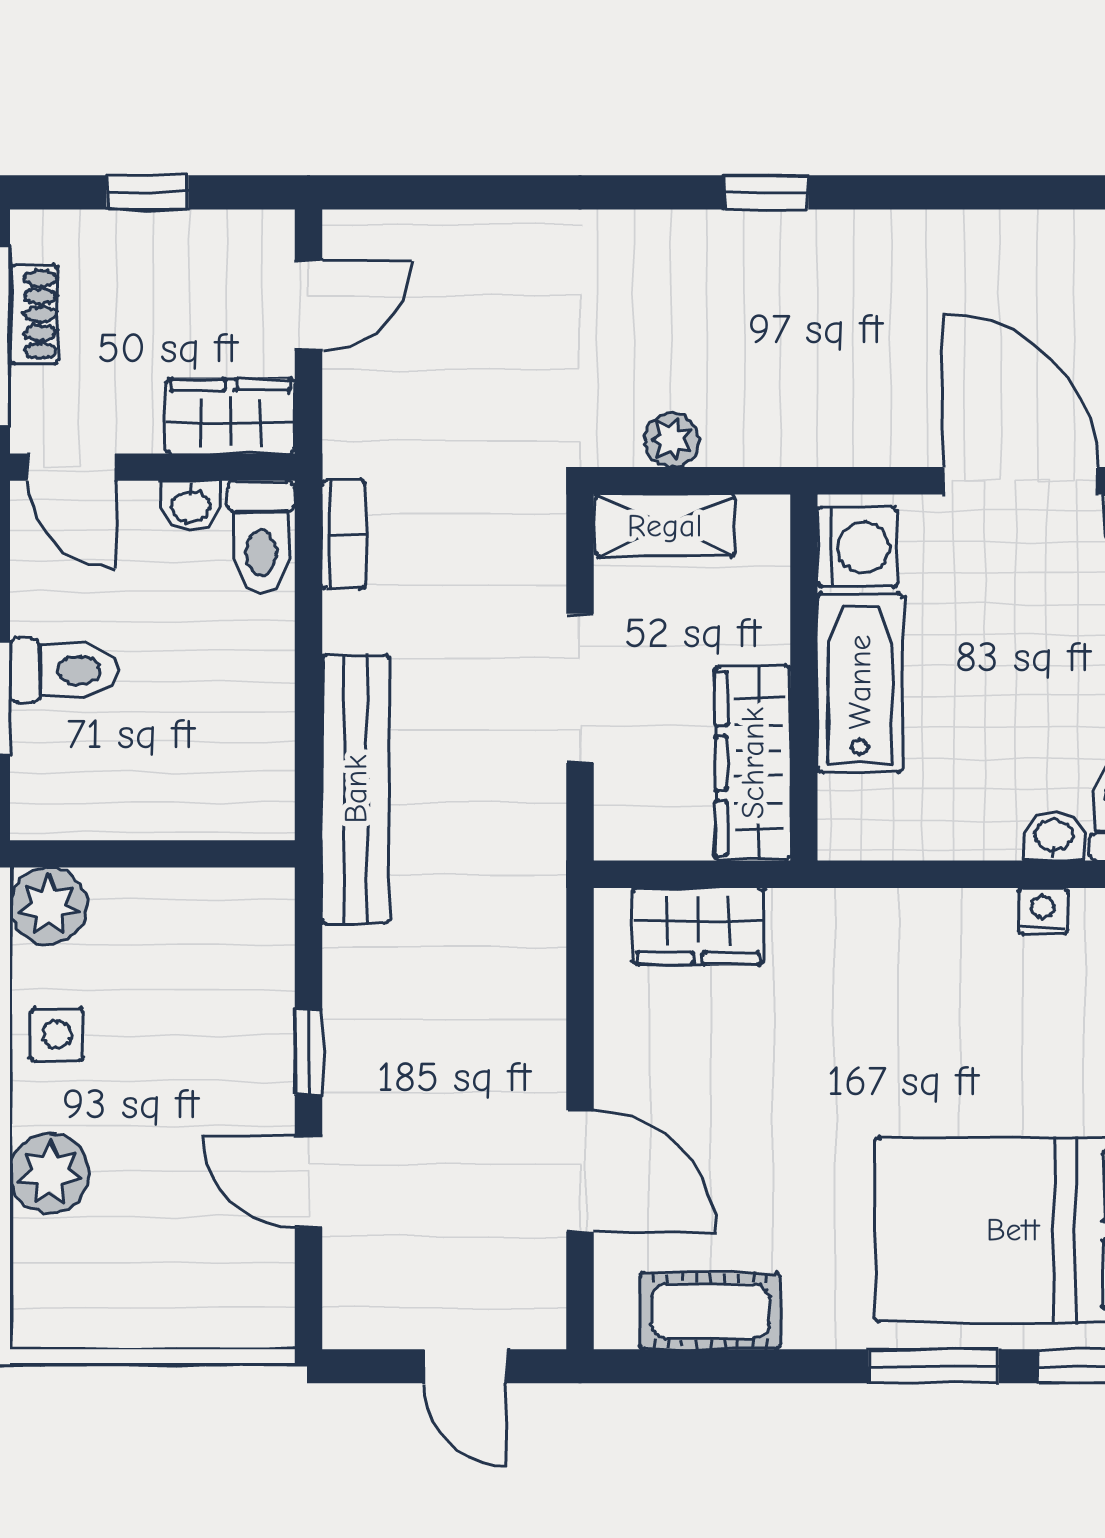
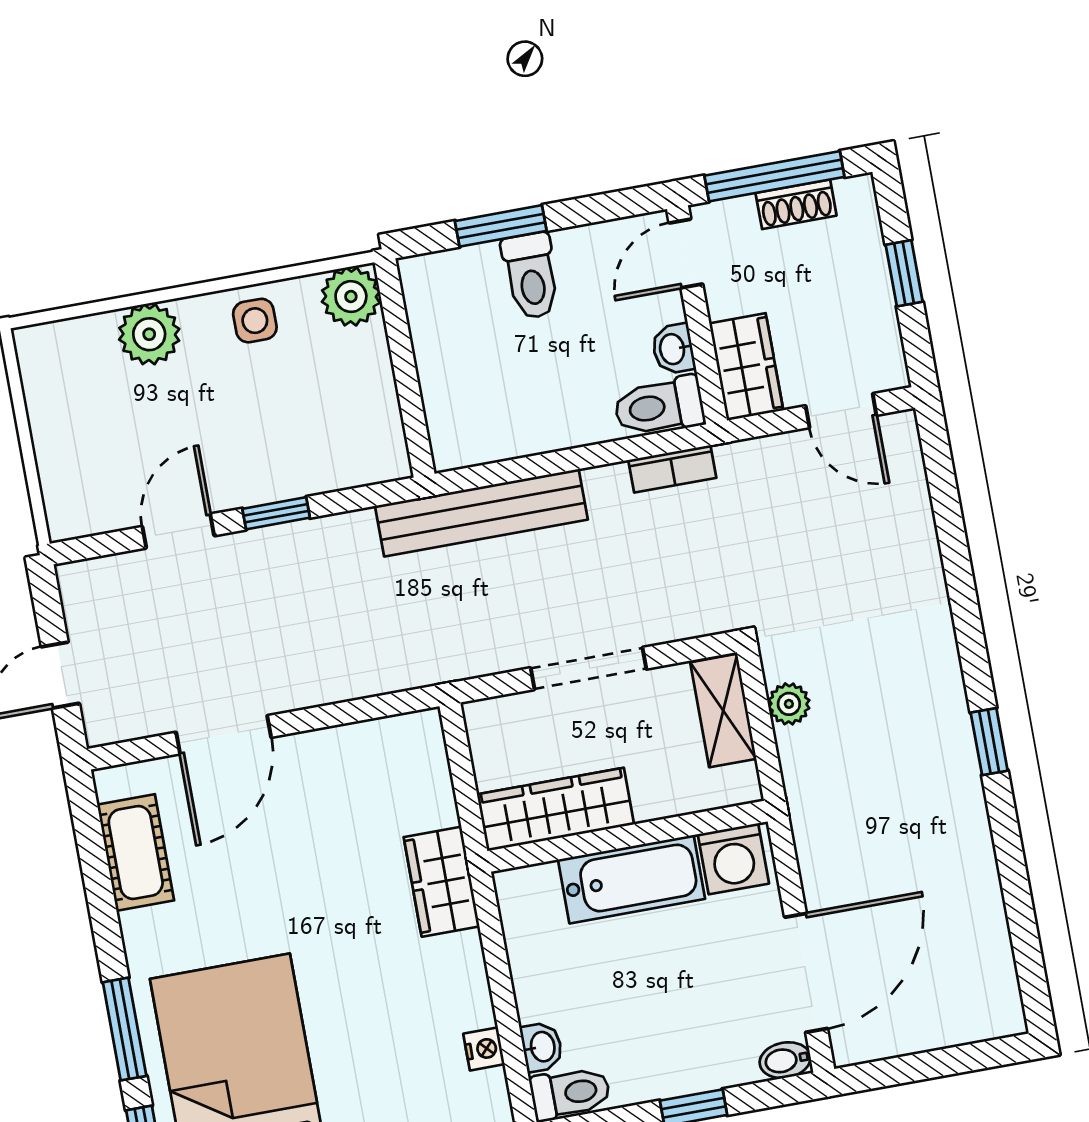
wardrobe: (698, 926) -> (442, 882), moved

